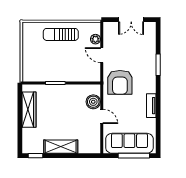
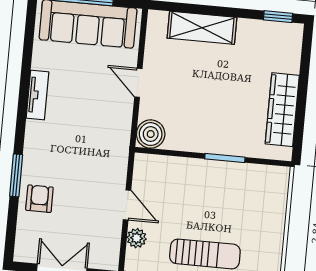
armchair: (120, 82) -> (39, 199), moved, width x0.53, depth x0.53
boiler: (93, 102) -> (151, 134), moved
shelving: (61, 147) -> (202, 28), moved

